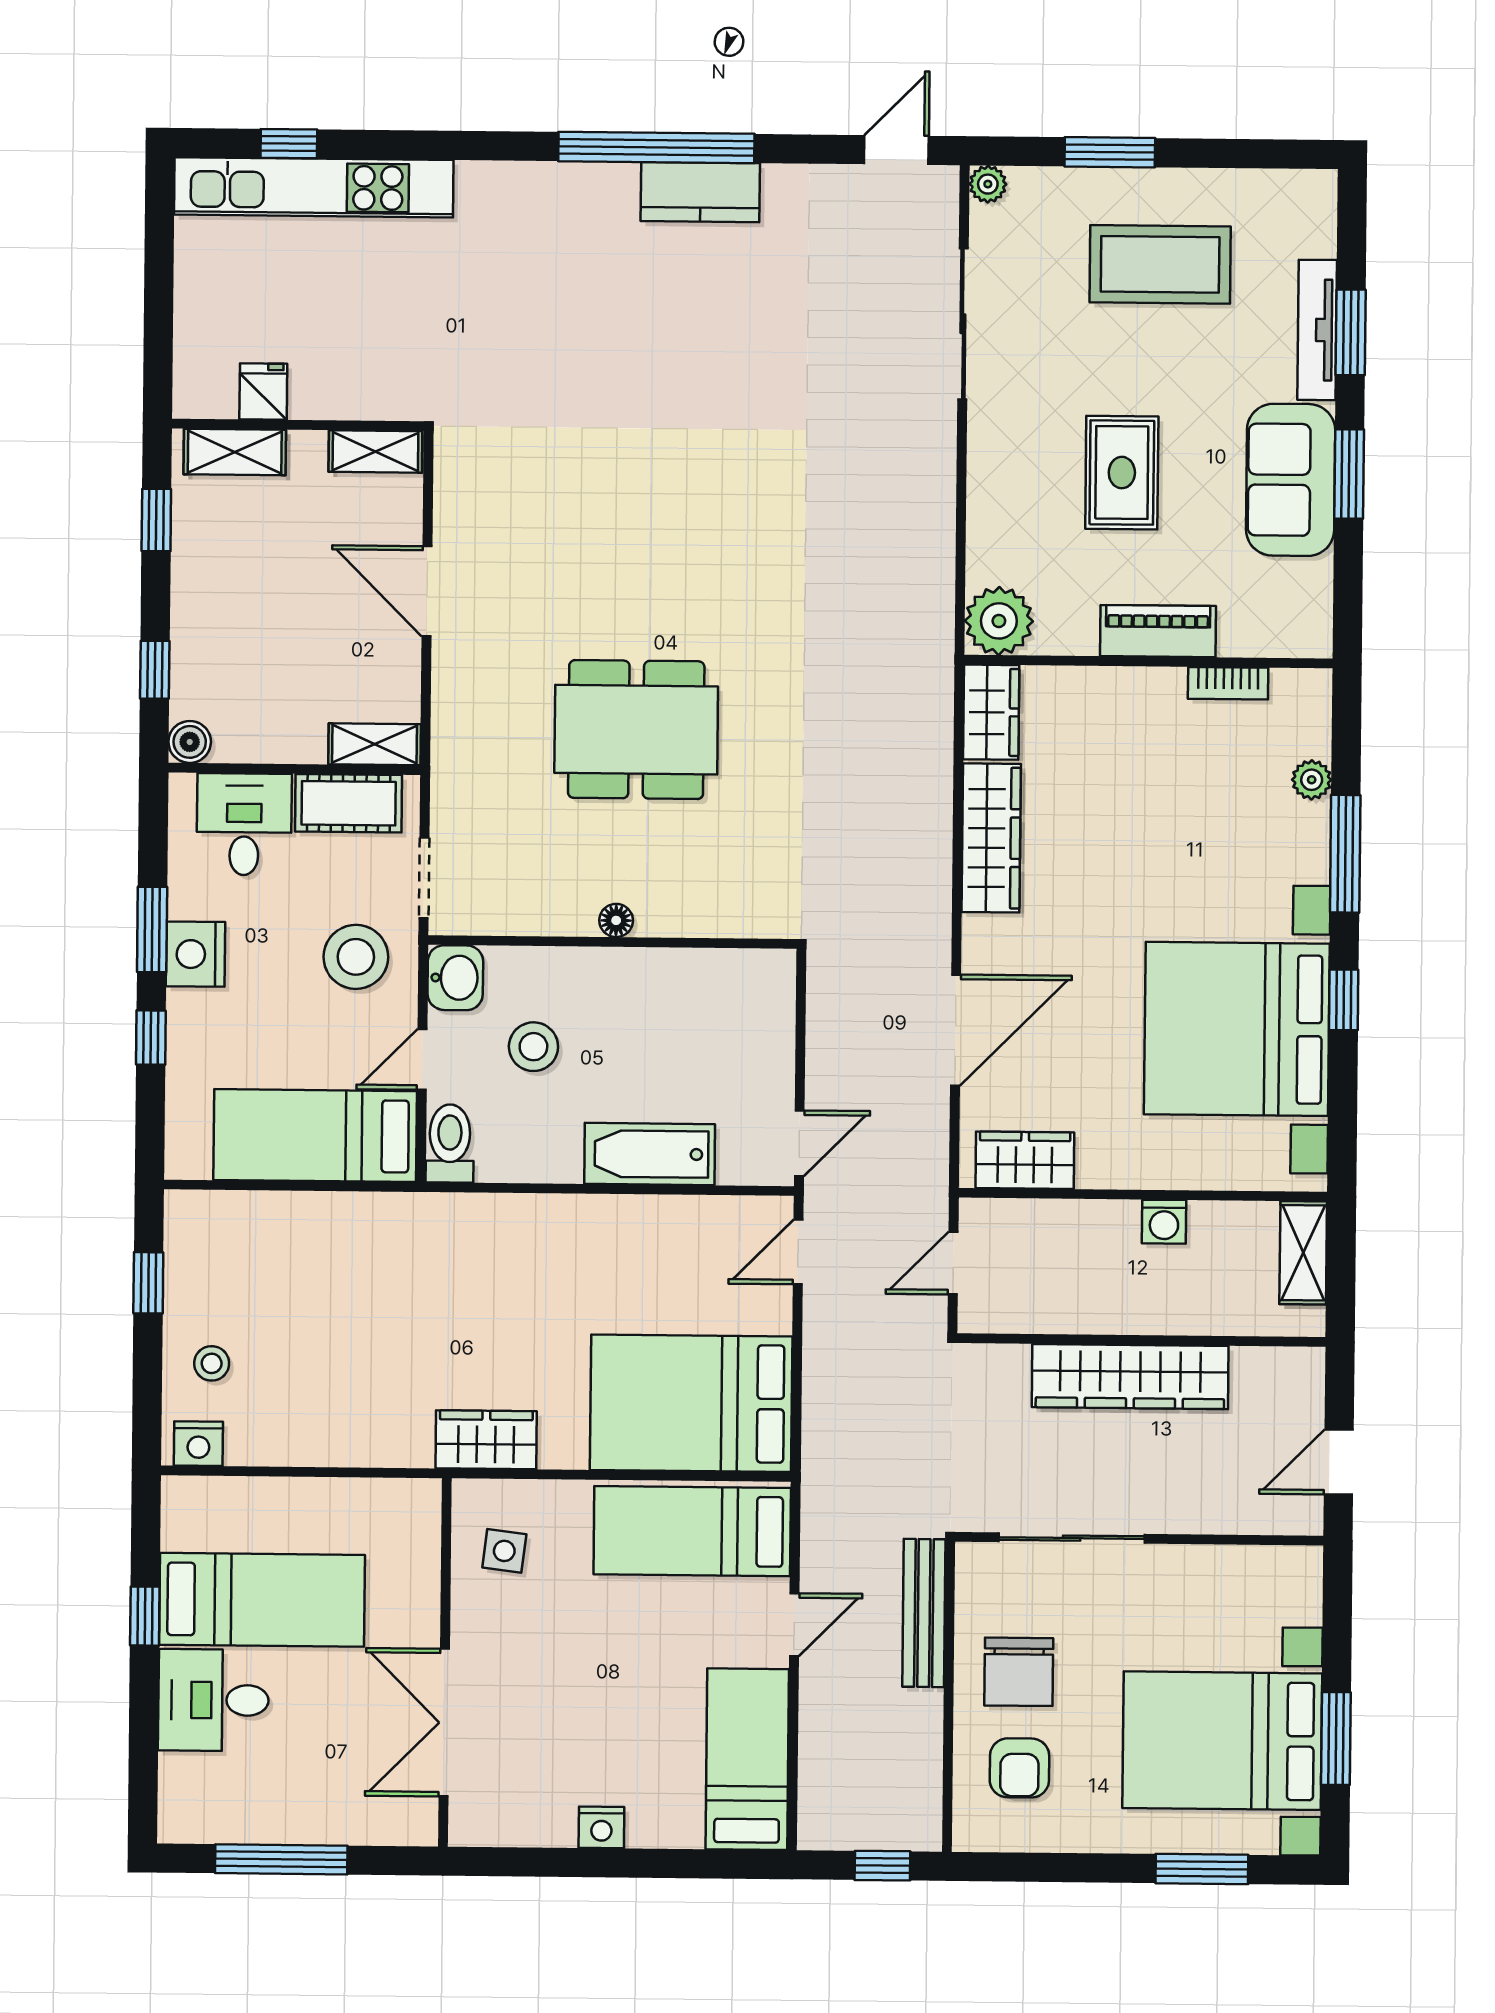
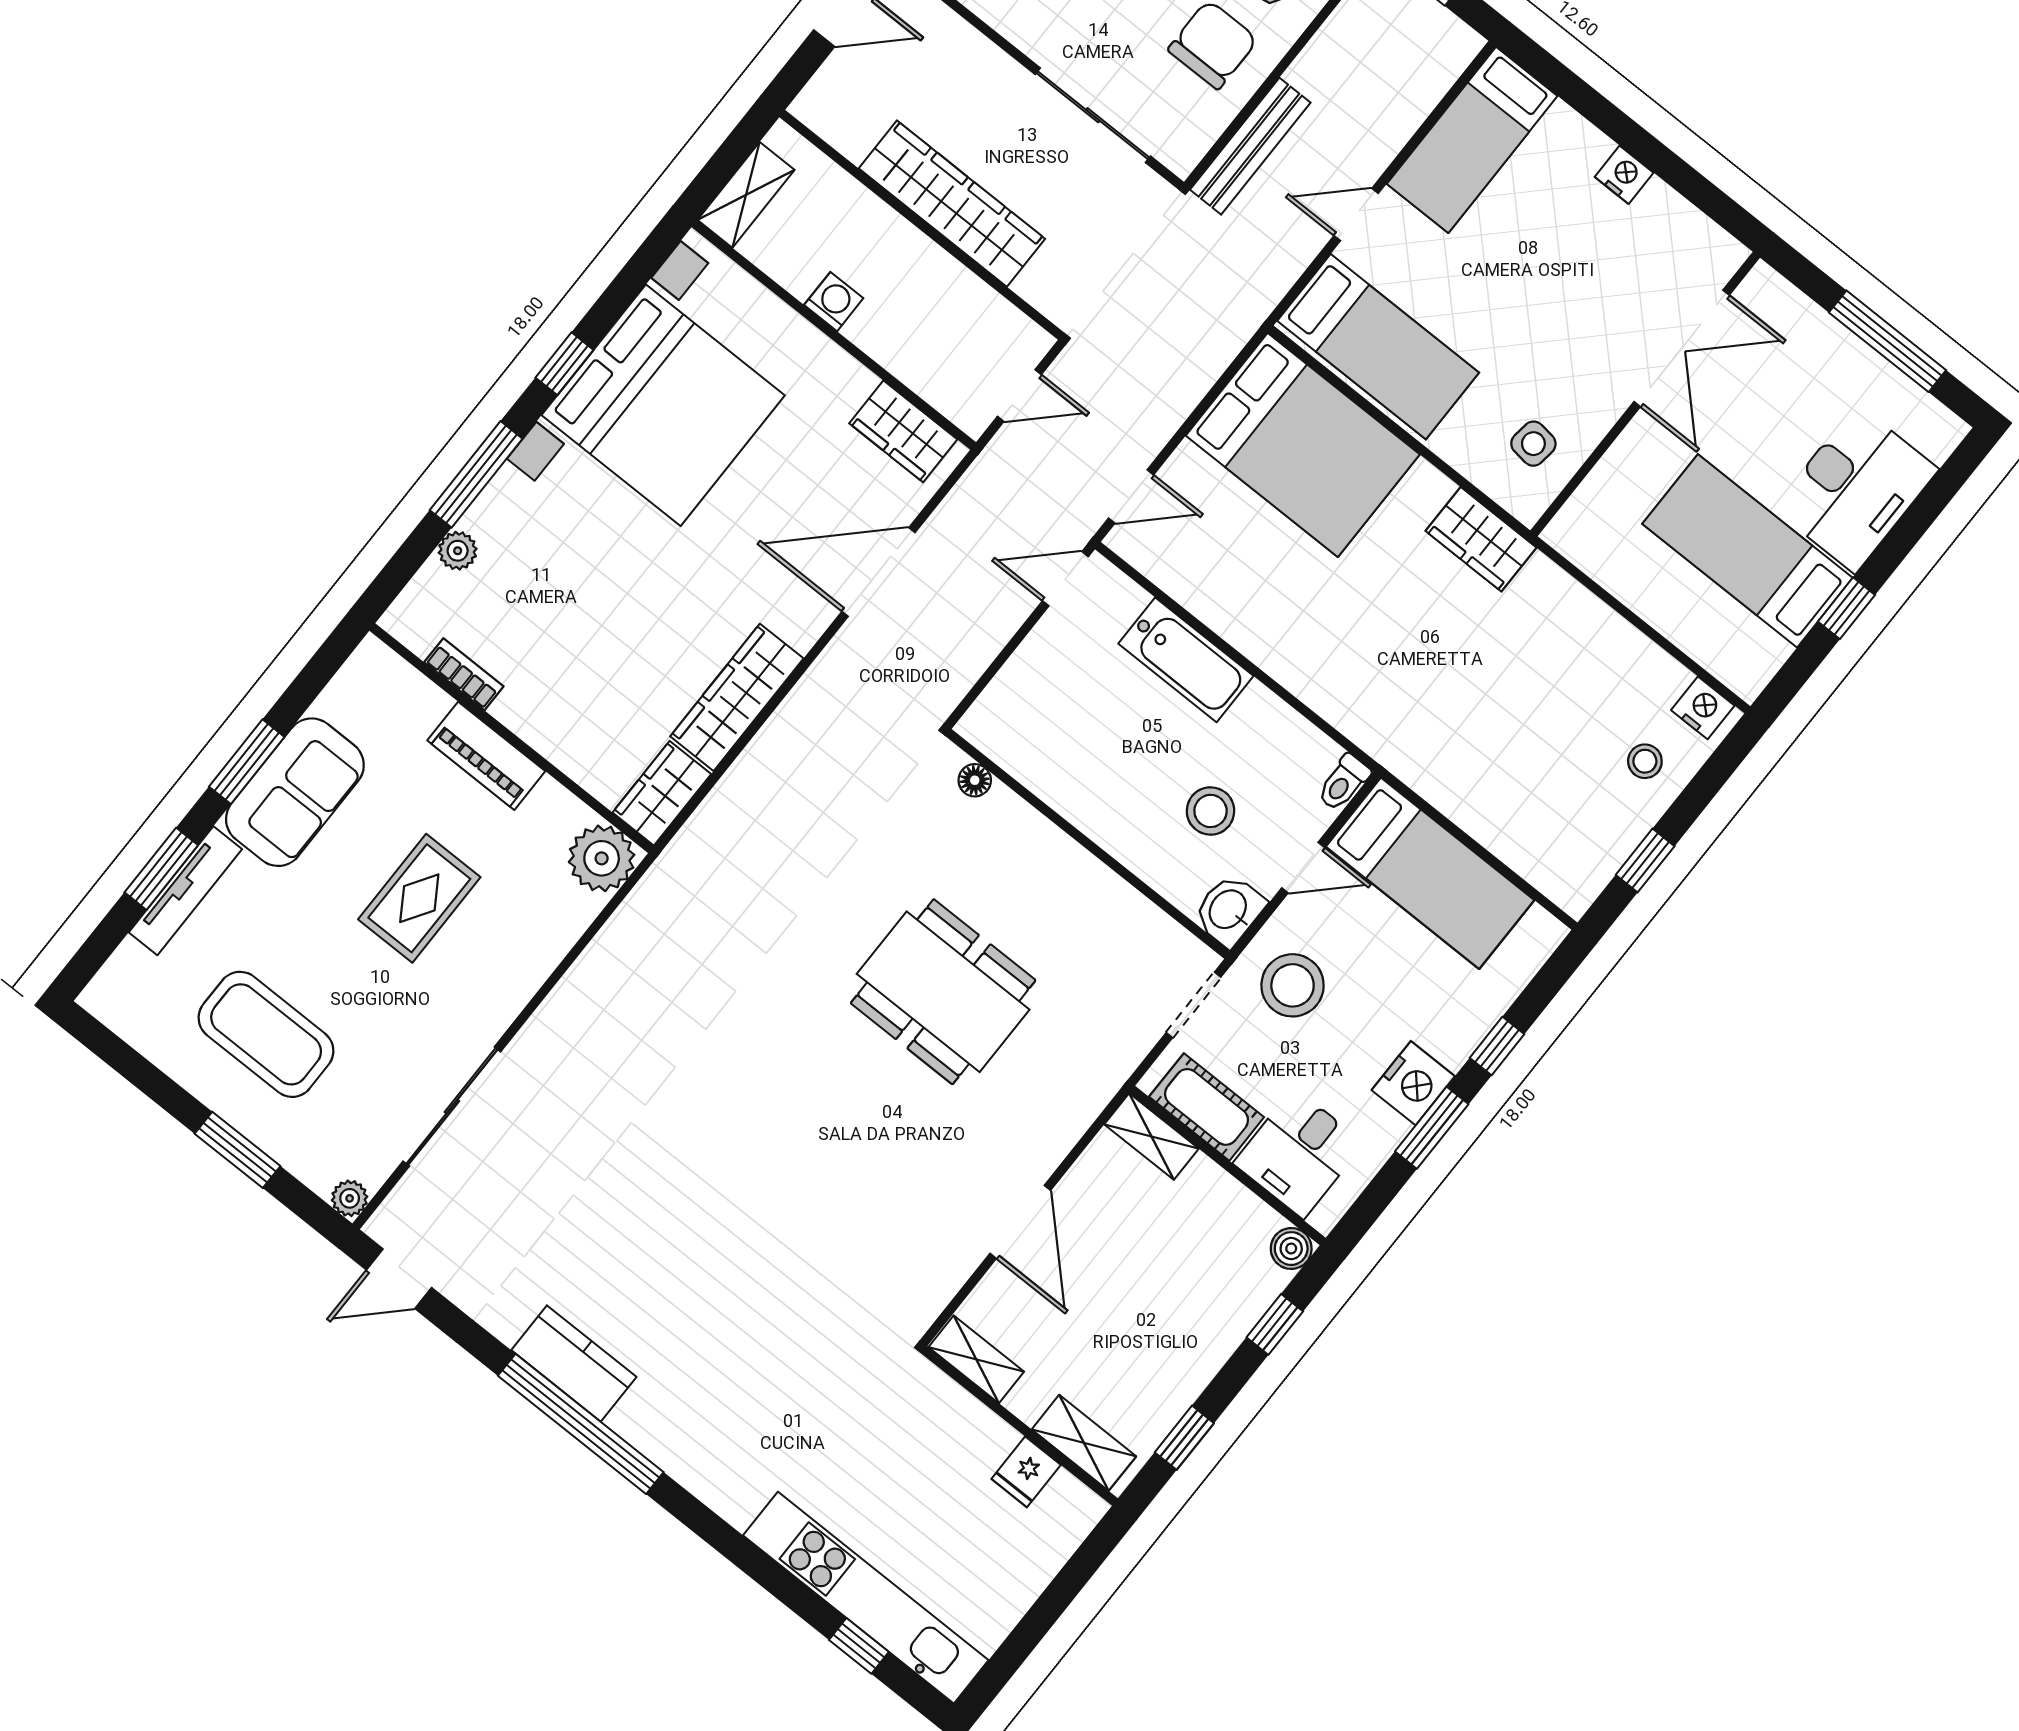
floor lamp: (616, 920) -> (975, 780), moved
toilet: (450, 1143) -> (1343, 783), width x0.73, depth x0.72
desk: (213, 1700) -> (1856, 489), width x1.37

